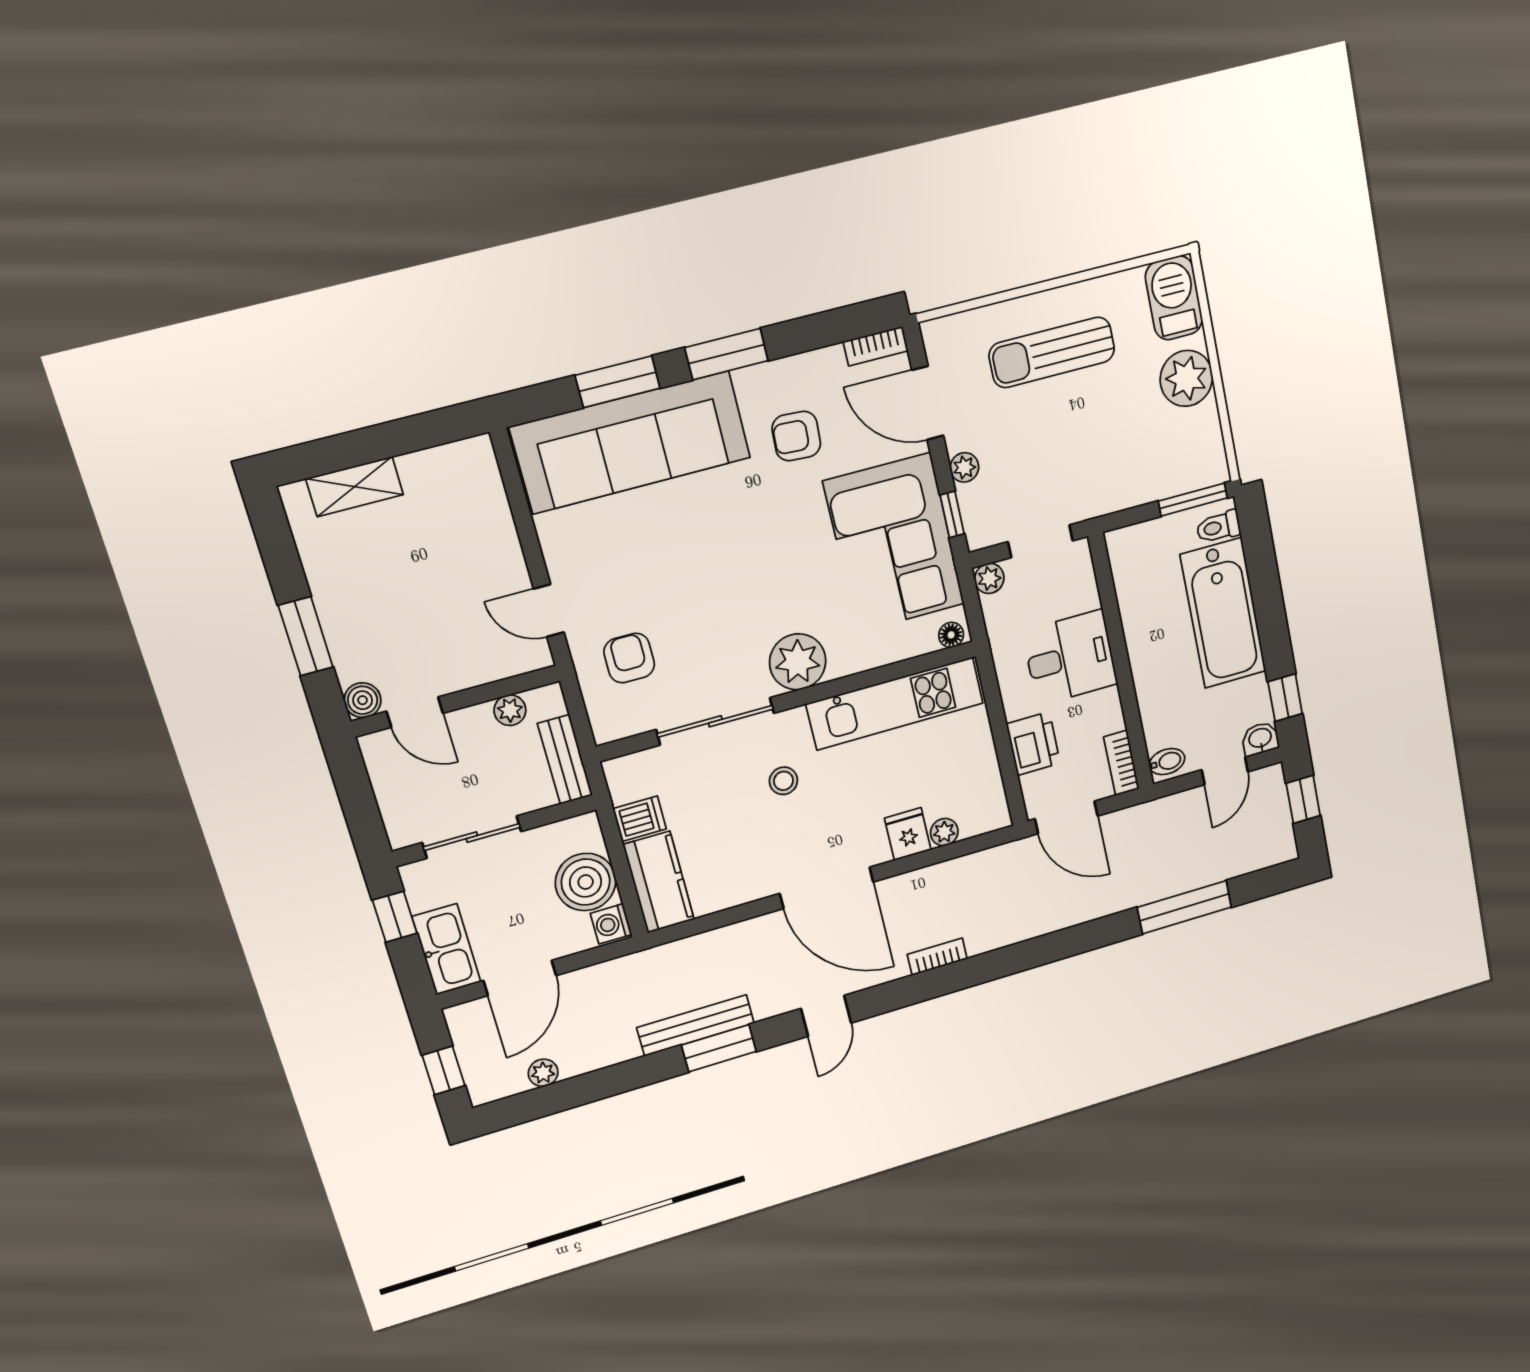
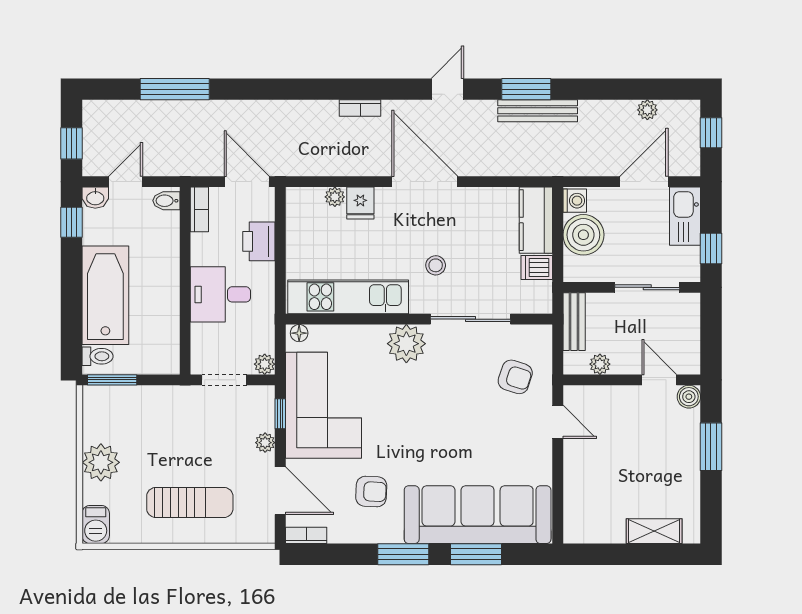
barbecue: (1174, 298) -> (96, 524), width x0.73, depth x0.79
armchair: (629, 658) -> (515, 377), turned -72

